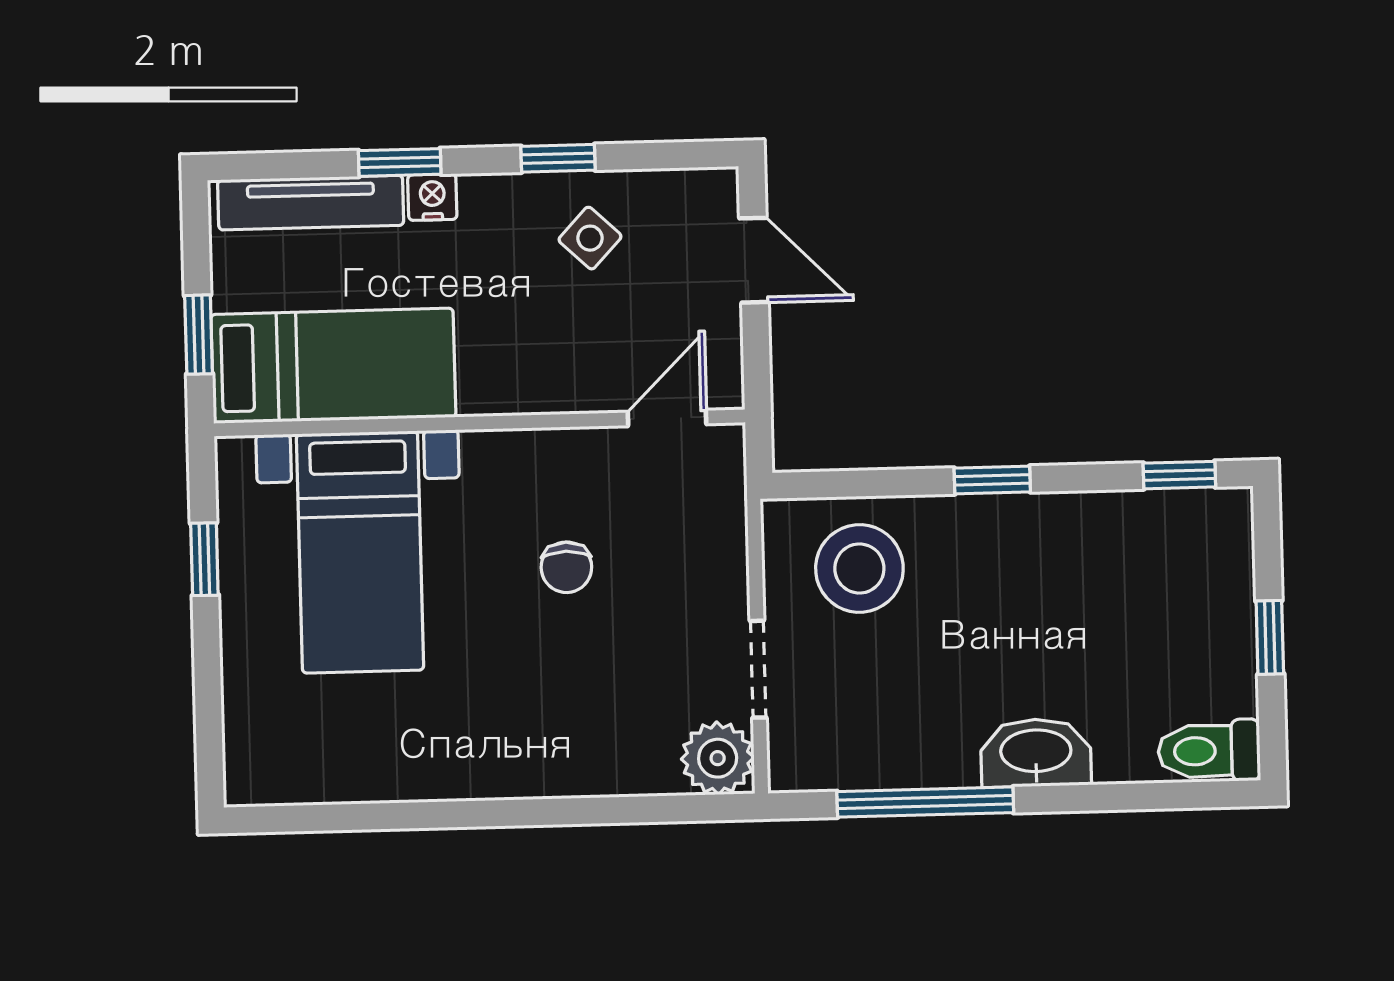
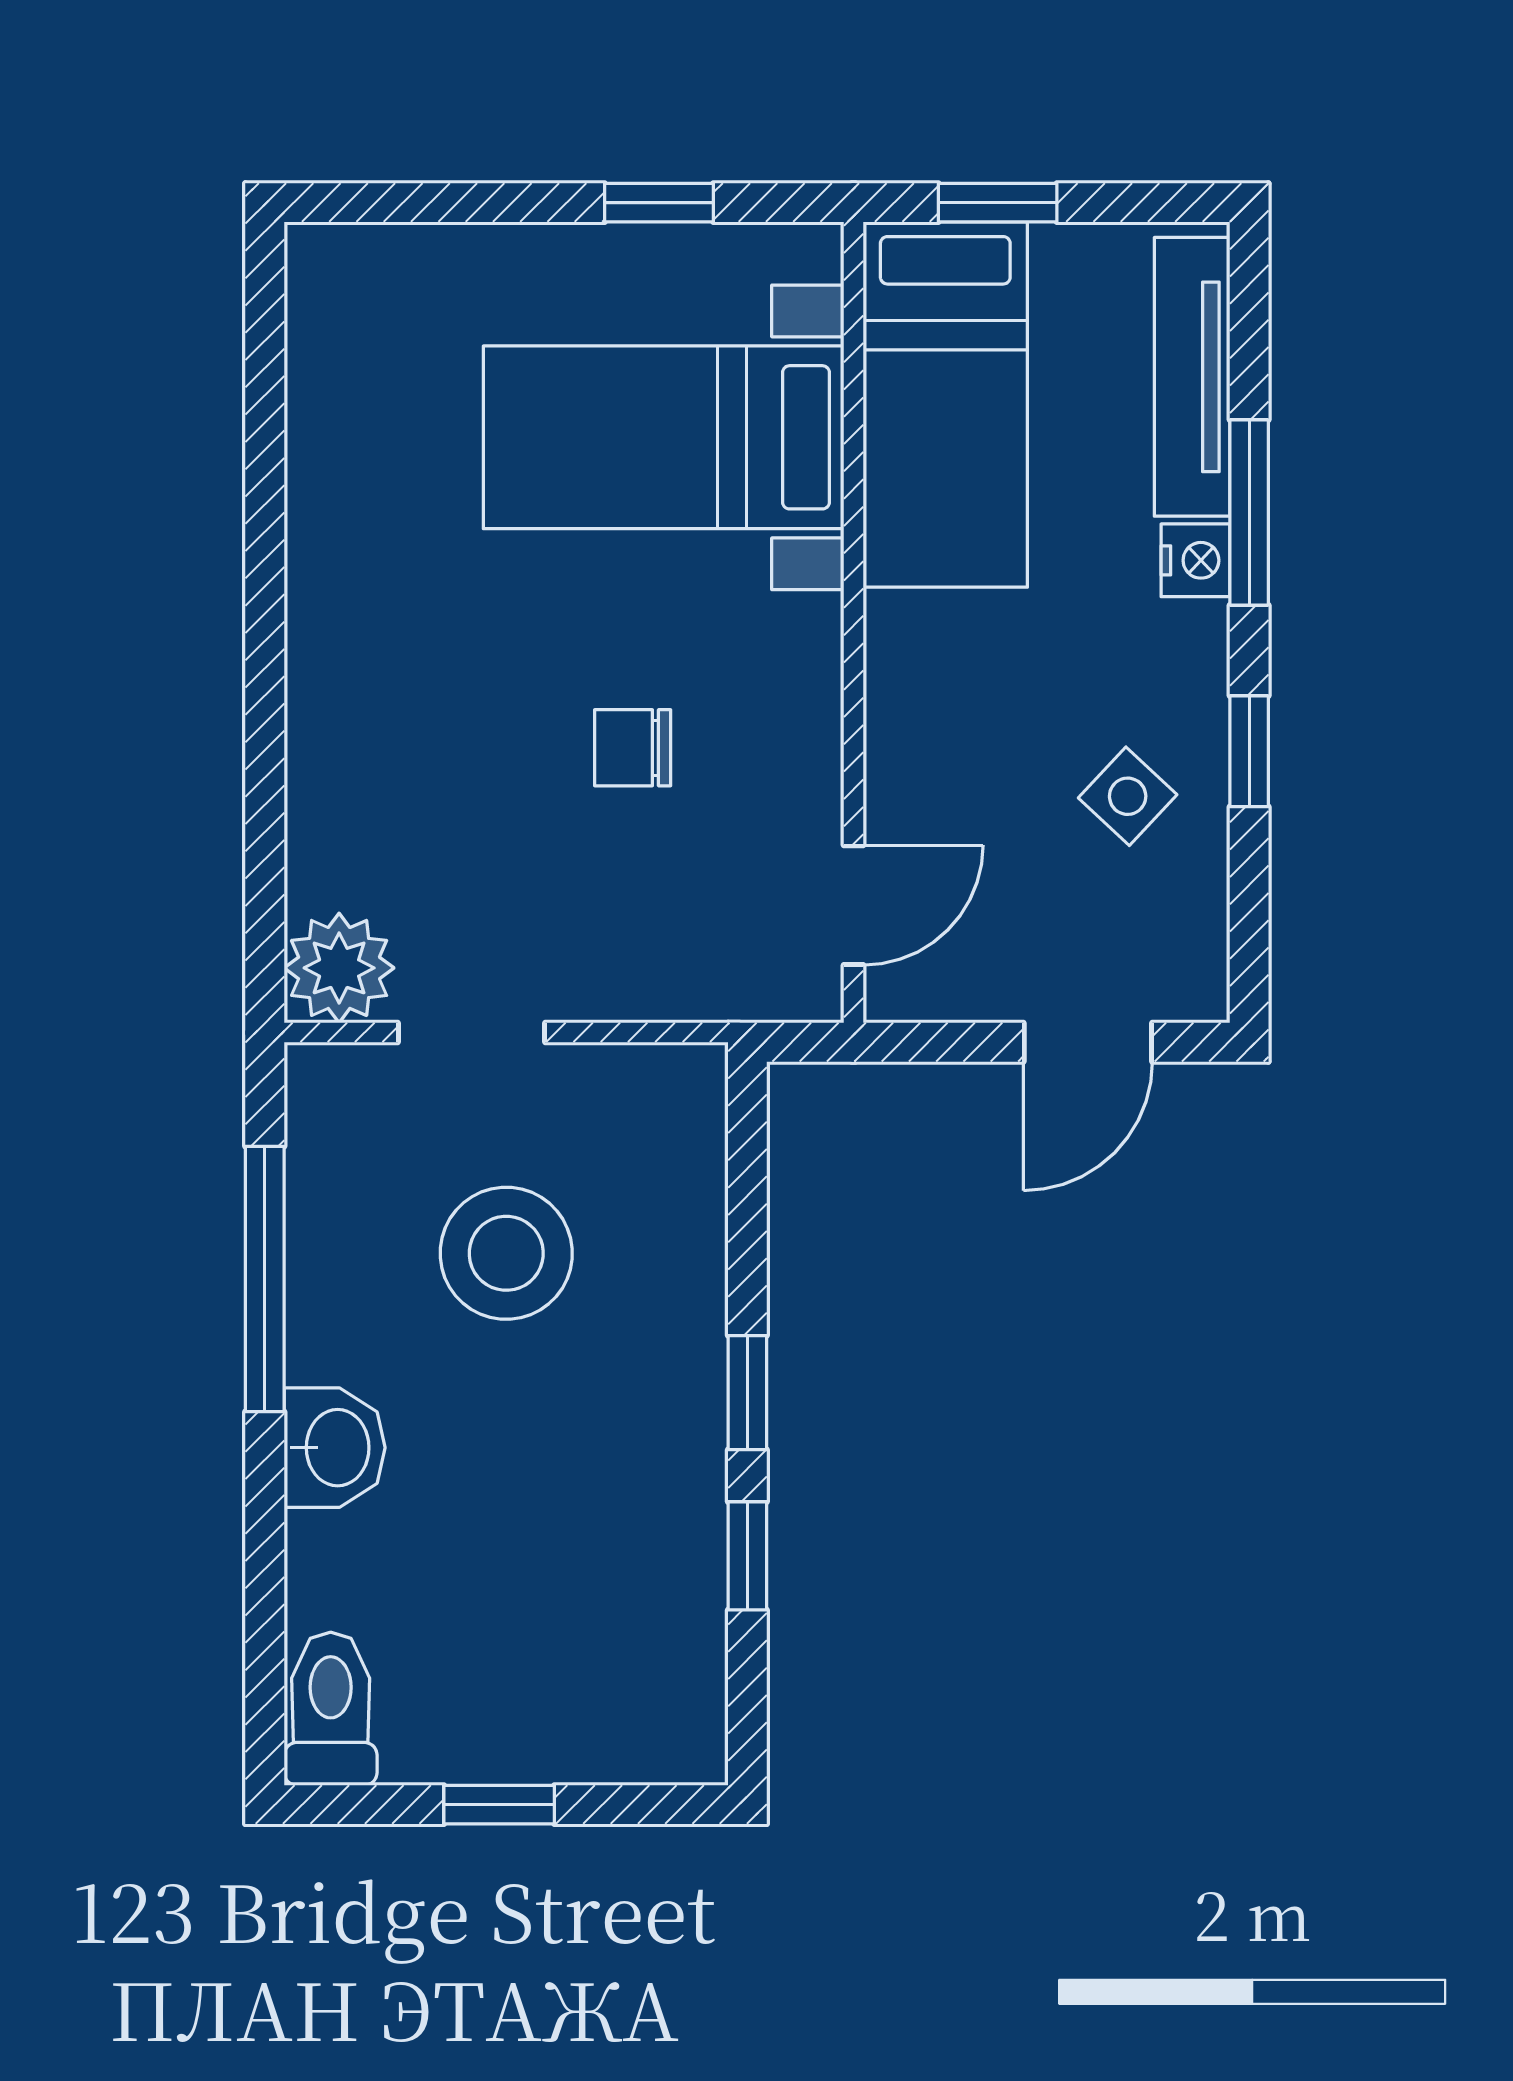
window: (400, 162) -> (1249, 512), width x1.50
door: (667, 418) -> (853, 905), hinge flipped
window: (1179, 475) -> (747, 1556), moved
stool: (859, 568) -> (506, 1253), moved
washbasin: (1036, 753) -> (335, 1448), width x0.72

